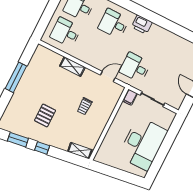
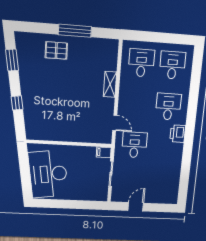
trolley: (85, 106) -> (76, 113), removed
pallet: (45, 115) -> (56, 50), moved
desk: (143, 144) -> (48, 174), moved, turned 82
window: (42, 148) -> (17, 103), moved
shelving: (80, 151) -> (30, 127), removed

